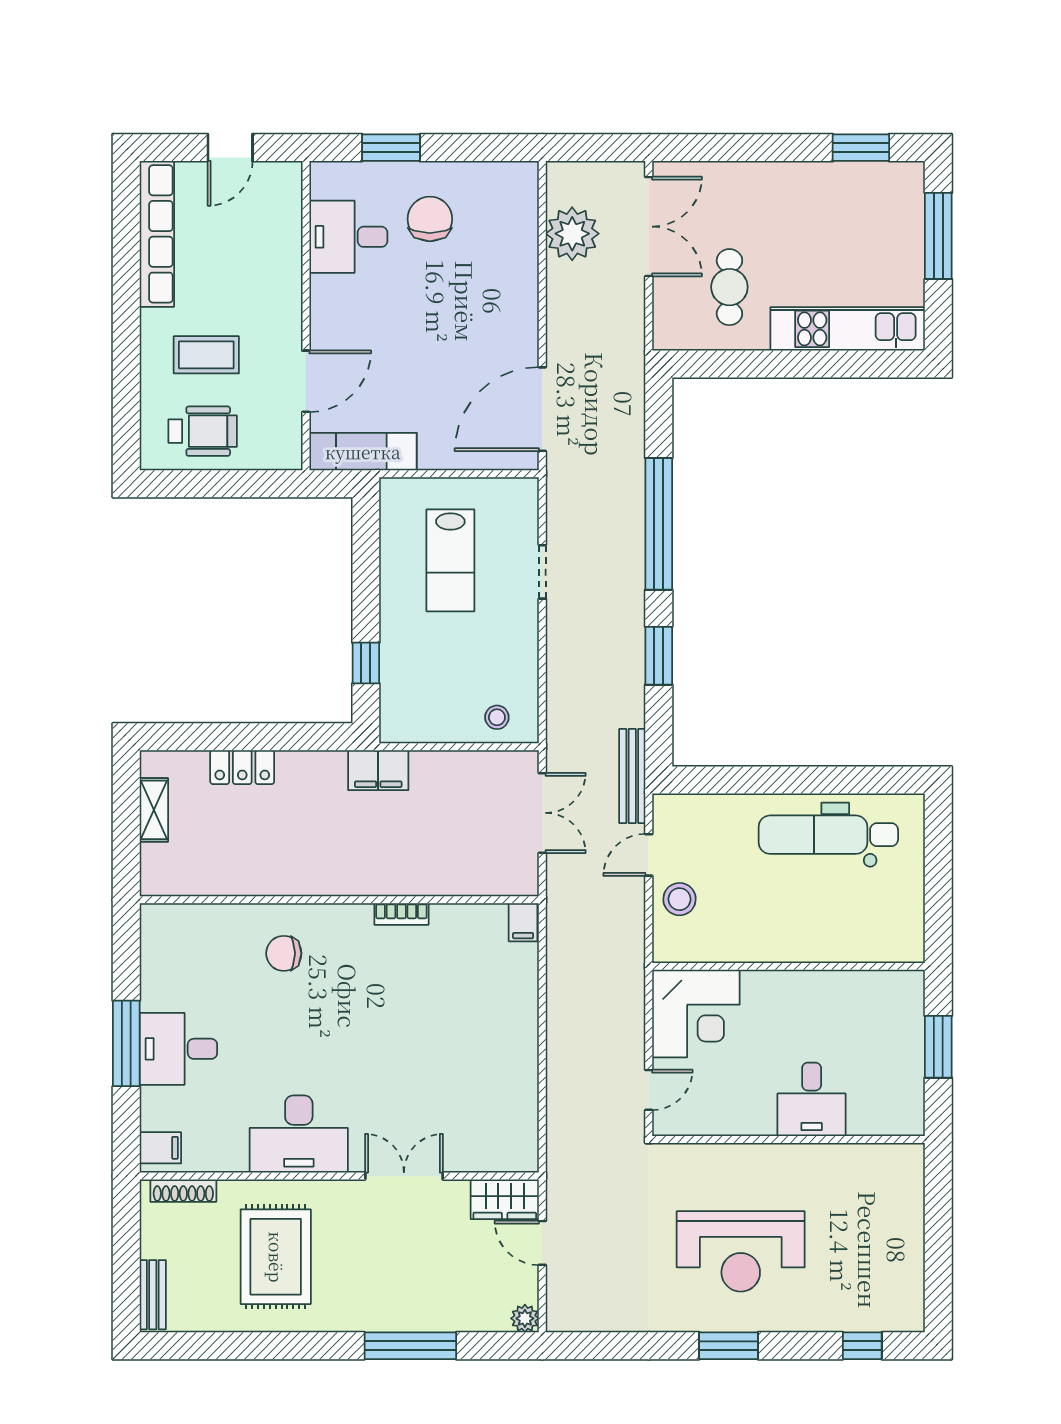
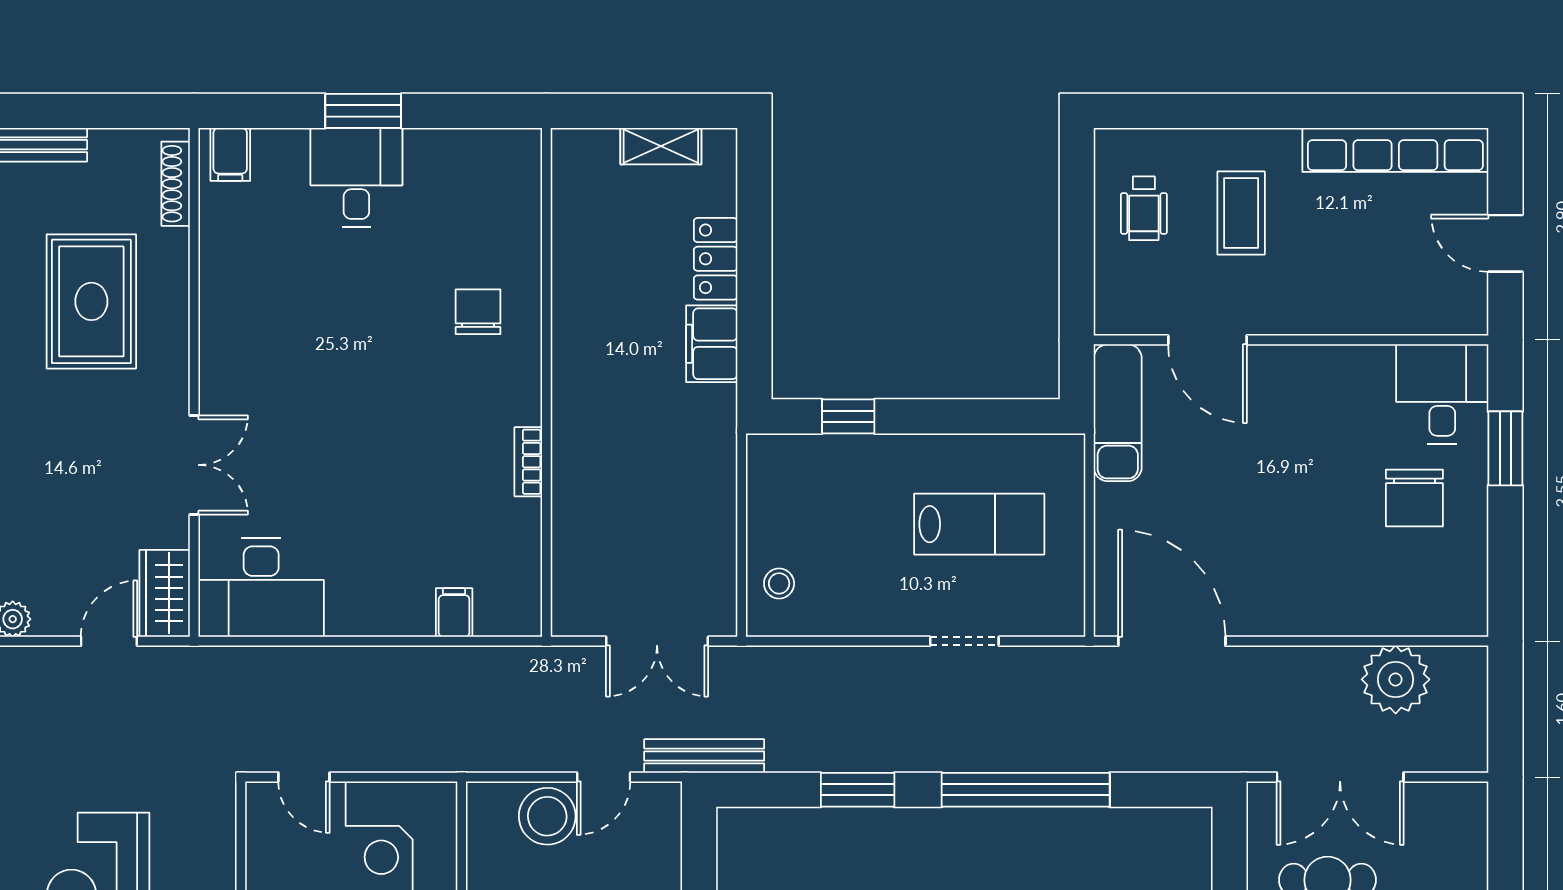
chair: (430, 219) -> (1414, 498), turned 90
double door: (649, 227) -> (1340, 777), moved
desk: (348, 237) -> (1442, 394), moved
wheelchair: (203, 431) -> (1144, 208), width x0.73, depth x0.73
lab bench: (450, 560) -> (979, 524), turned 180
filing cabinet: (378, 770) -> (712, 344), moved
door: (649, 855) -> (604, 777), swing flipped
stool: (679, 899) -> (547, 816), width x1.38, depth x1.38
filing cabinet: (523, 922) -> (454, 613), moved, turned 90
window: (126, 1043) -> (363, 111), width x0.69
desk: (299, 1134) -> (261, 588), moved, turned -90
rug: (276, 1257) -> (91, 301), turned 90

